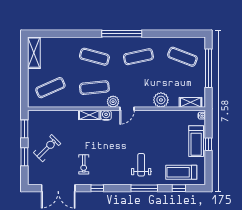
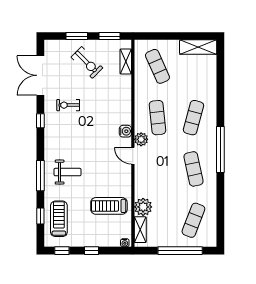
plant: (161, 100) -> (143, 207), moved
shelving: (89, 115) -> (126, 61), moved
treadmill: (196, 141) -> (109, 206), moved
window: (208, 170) -> (62, 251), added

